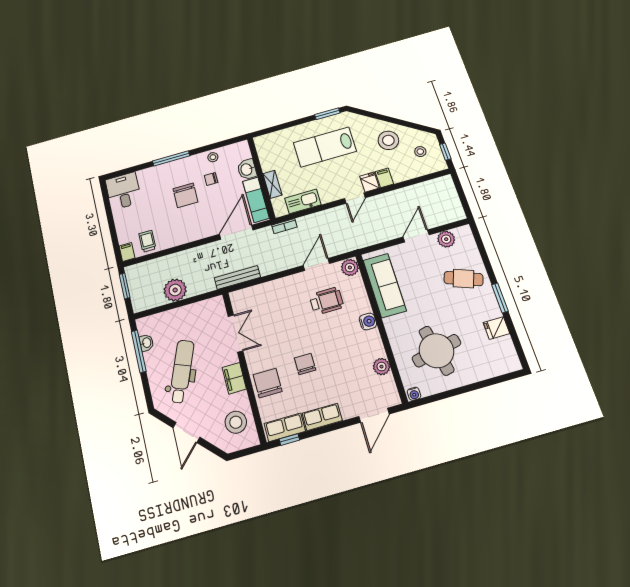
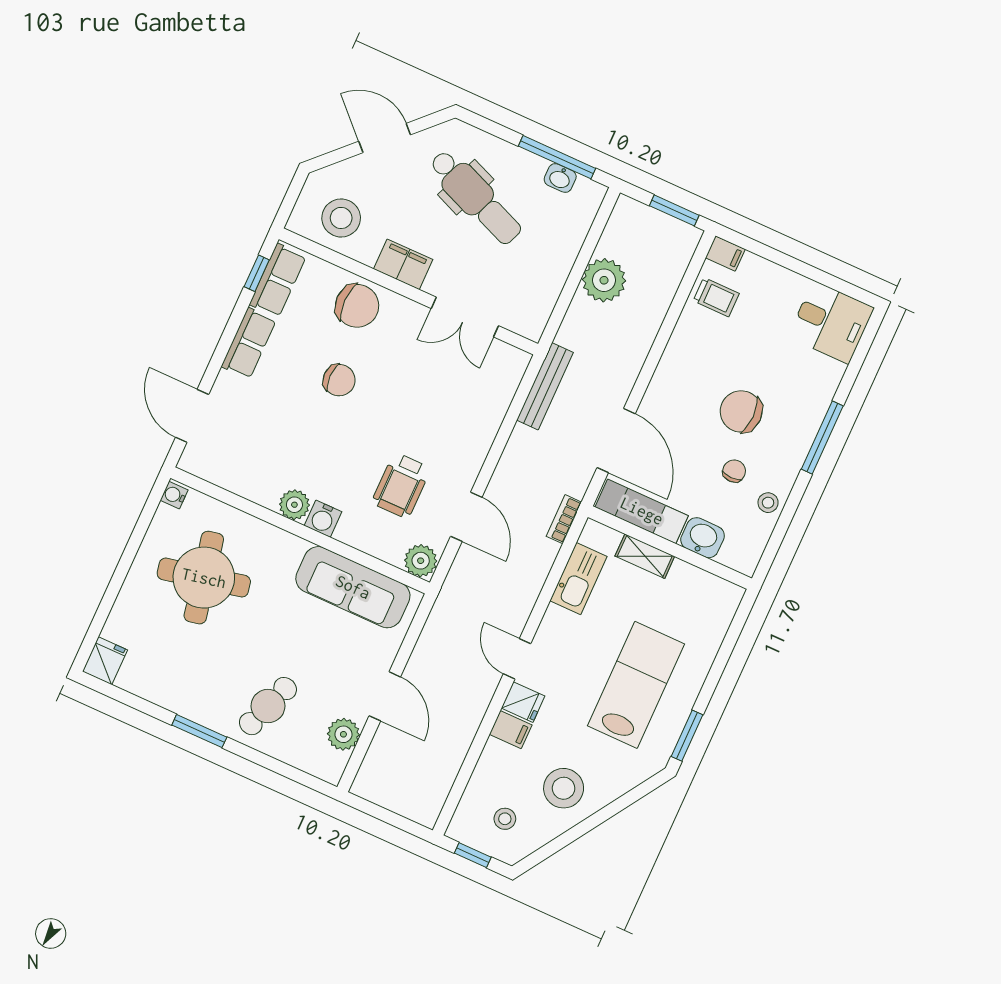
fridge: (496, 328) -> (105, 661), moved
plant: (381, 367) -> (294, 505), moved

